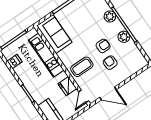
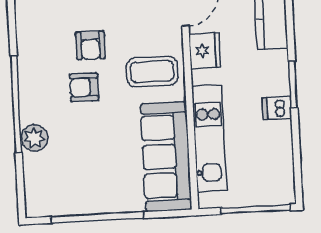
sofa: (54, 34) -> (166, 157), width x1.36
plant: (124, 37) -> (31, 80), removed
dishwasher: (15, 61) -> (277, 108), moved

